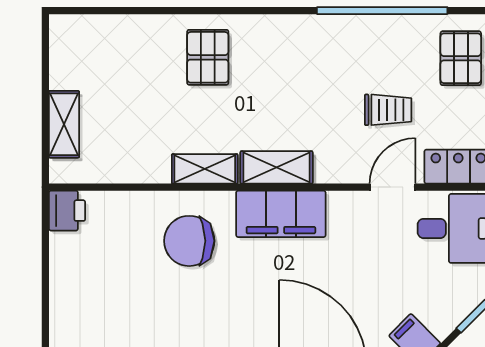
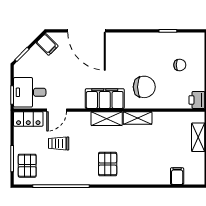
filing cabinet: (113, 34) -> (177, 176), added
pallet: (208, 57) -> (108, 164), moved
chair: (107, 292) -> (180, 65), added

